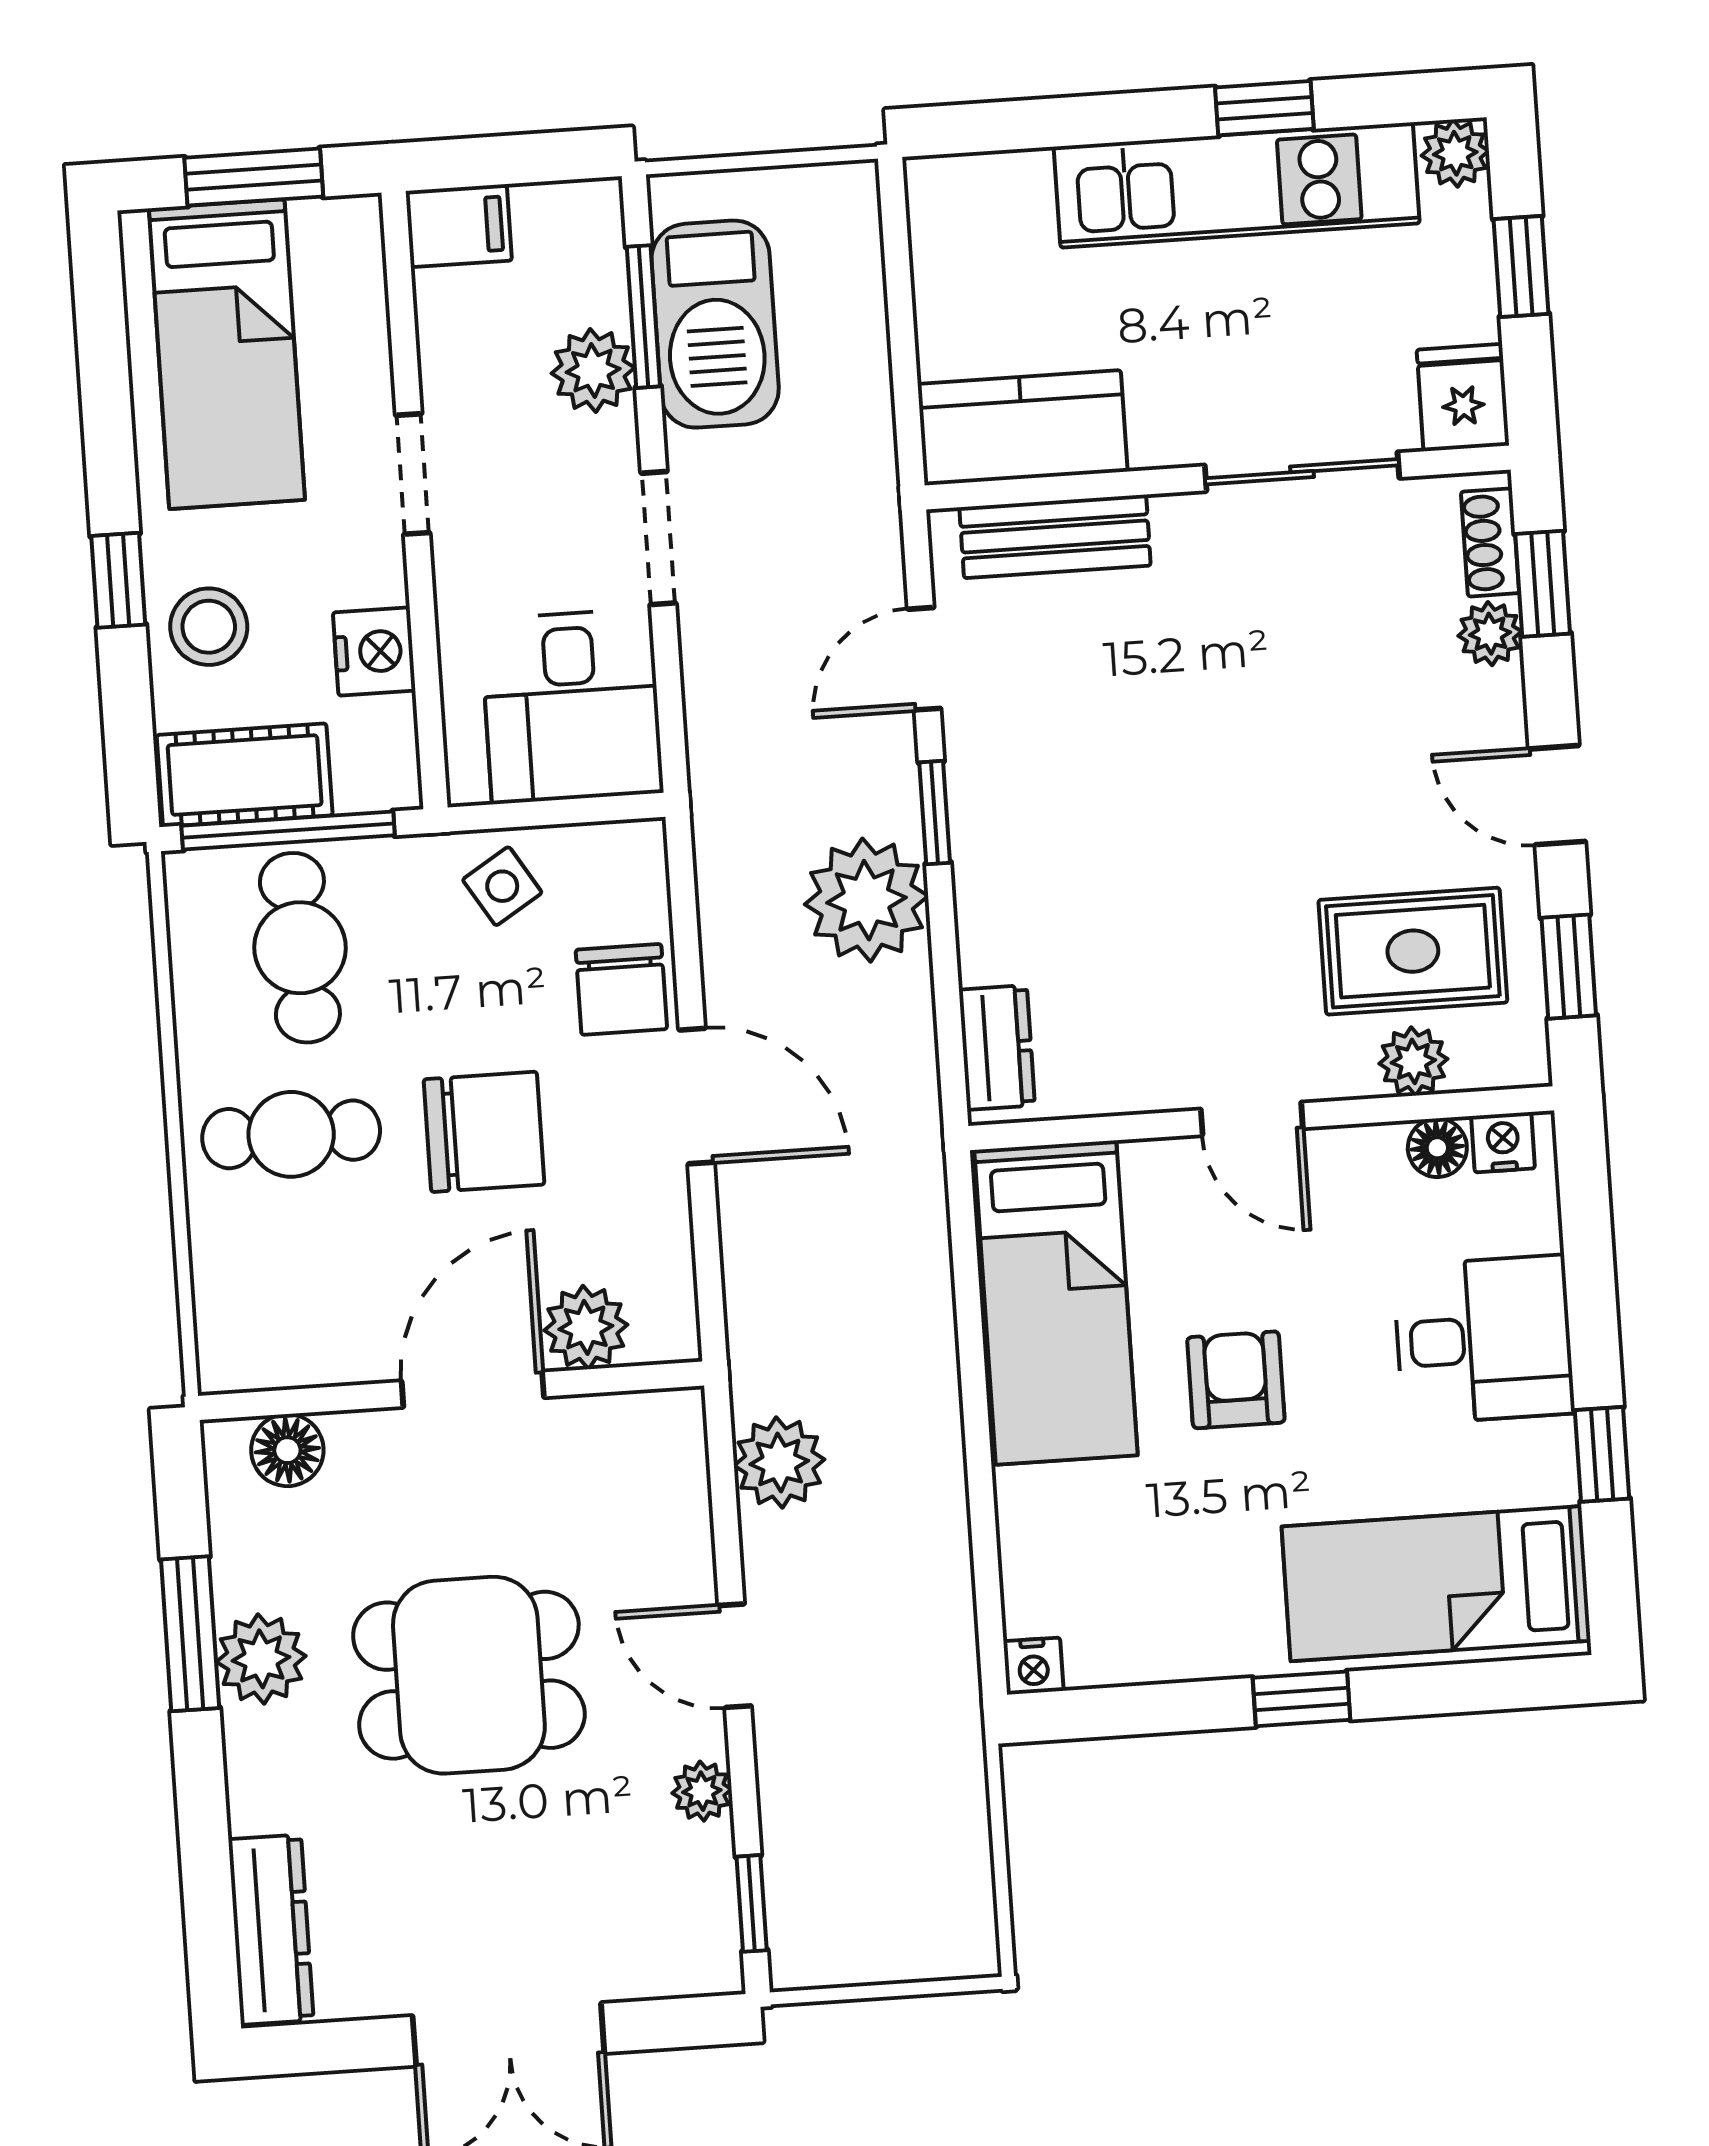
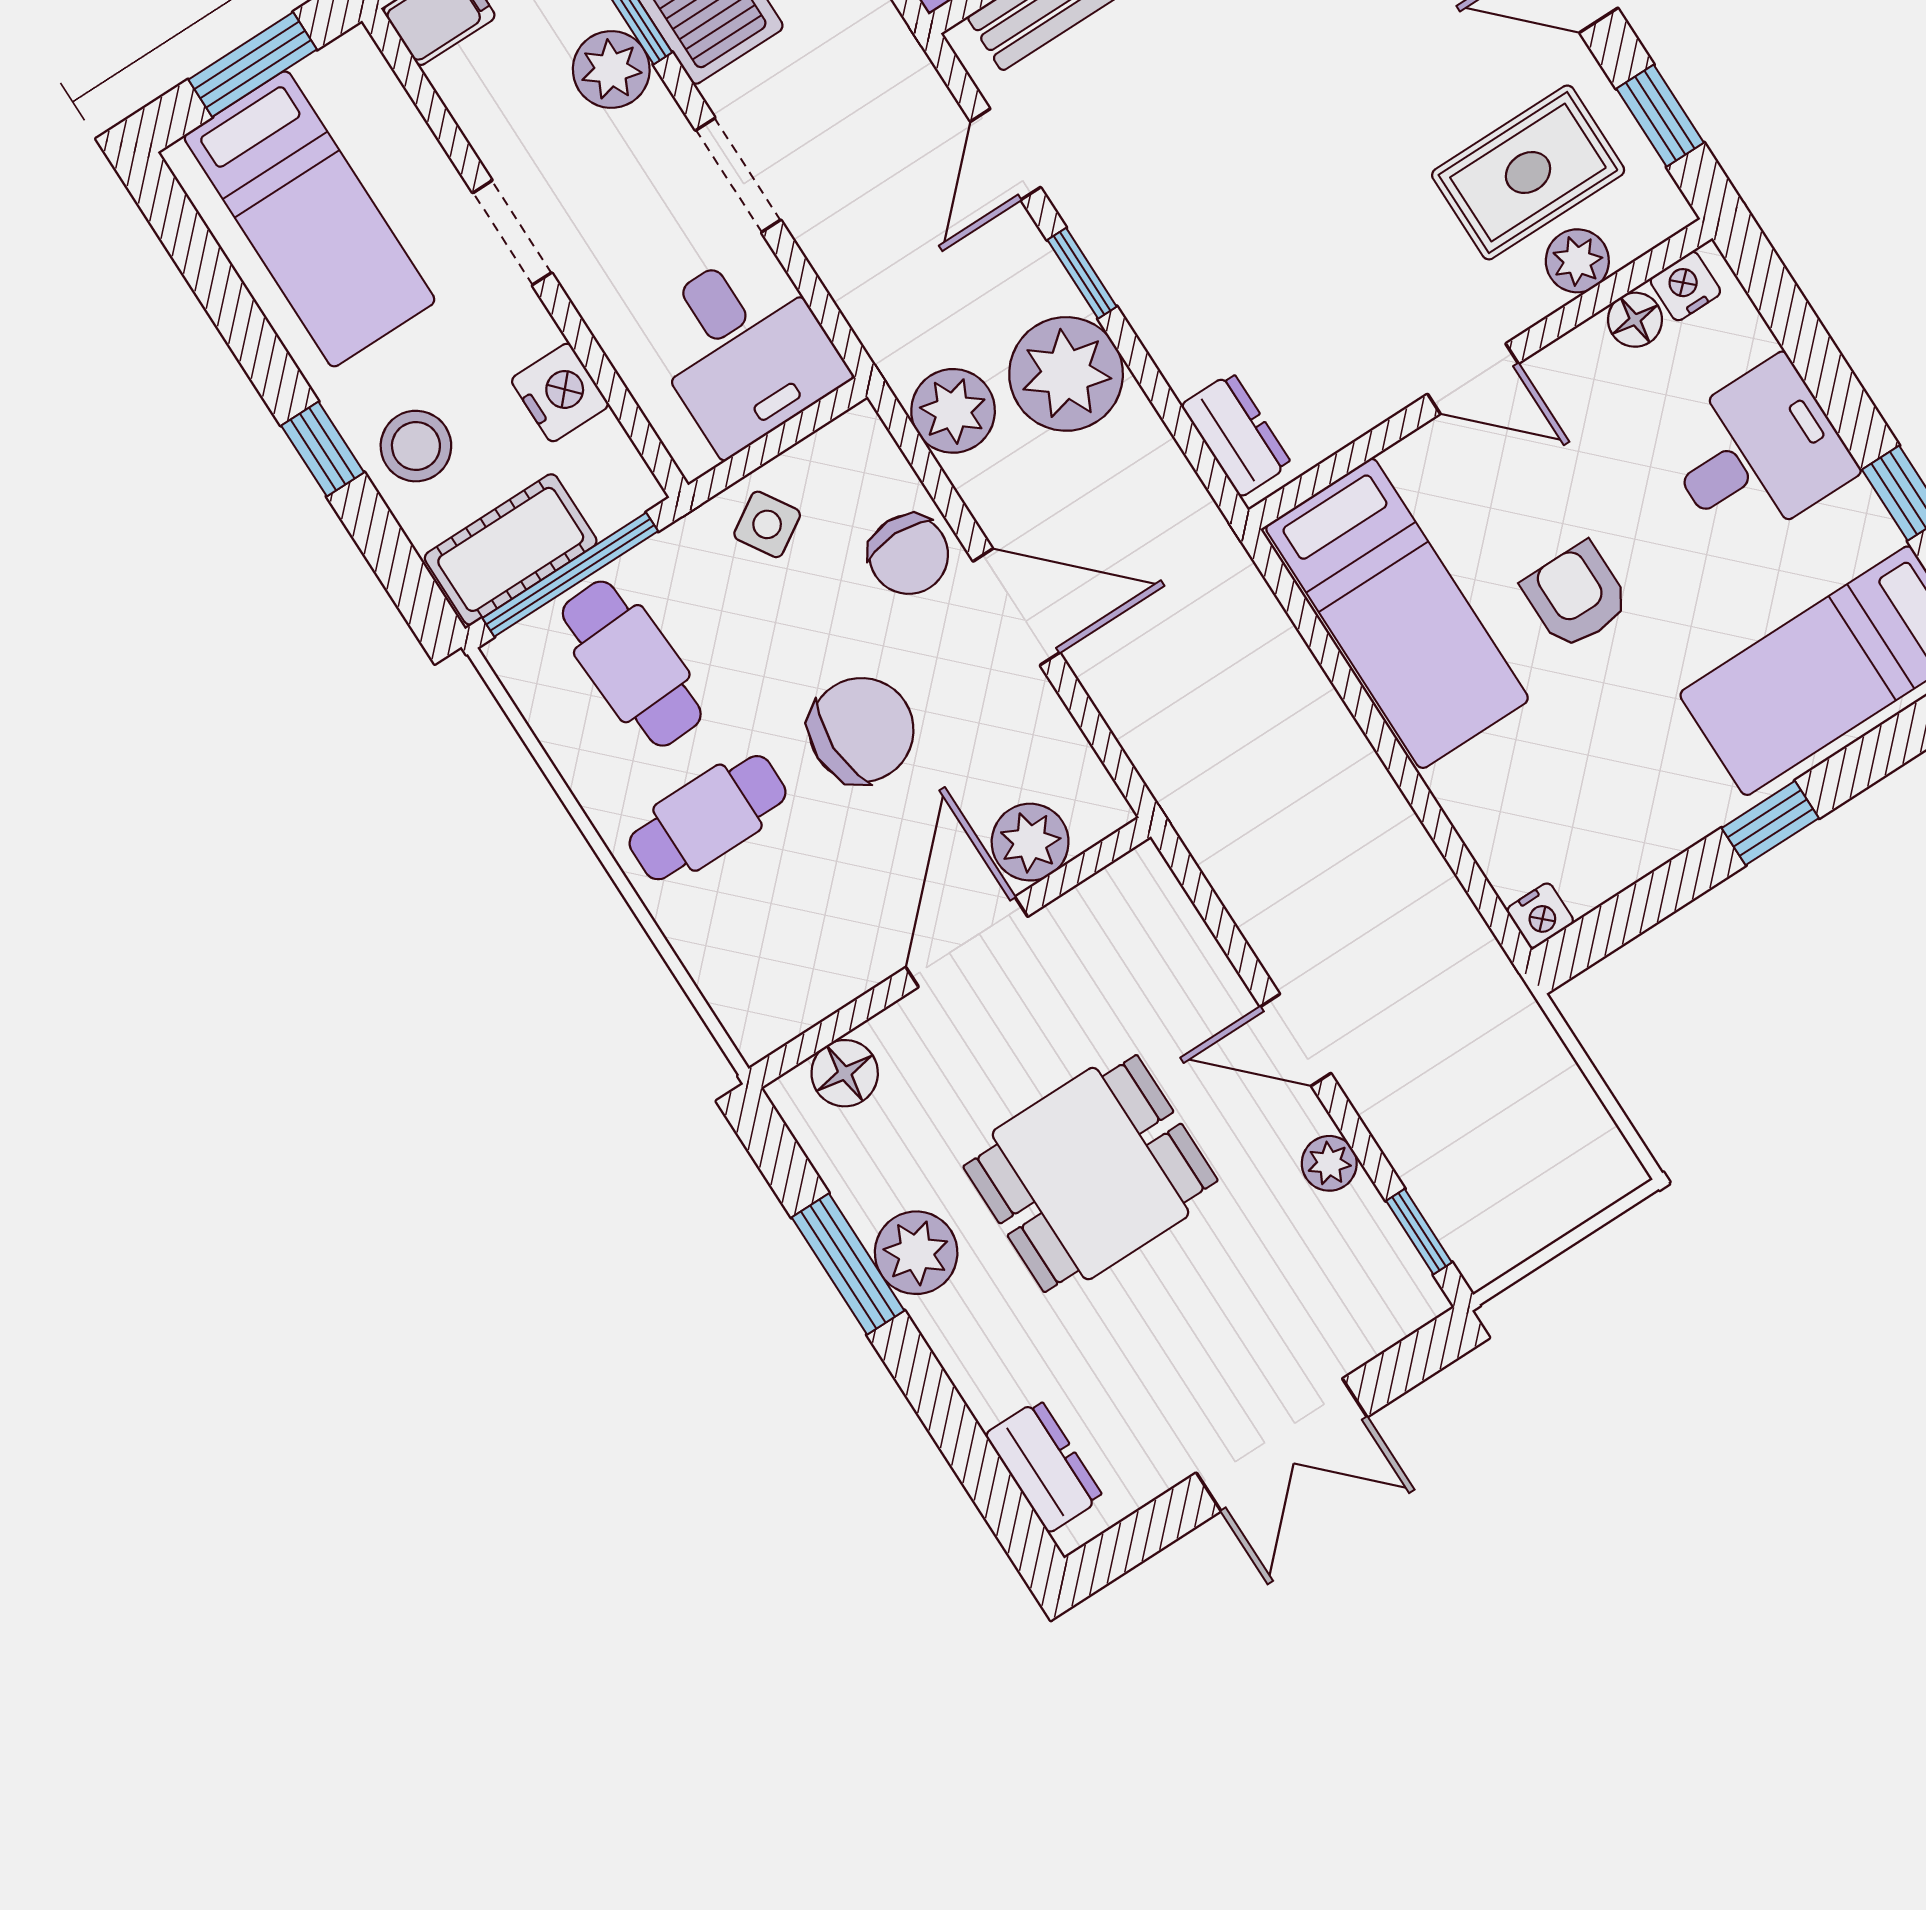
plant: (779, 1462) -> (953, 411), moved
dresser: (271, 1930) -> (1044, 1466), width x0.70

